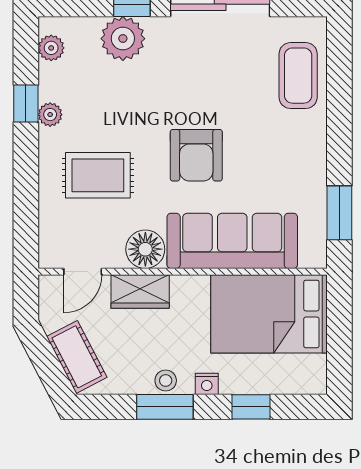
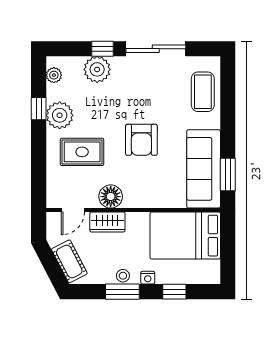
plant: (50, 115) -> (60, 115), width x1.88, depth x1.88
sofa: (232, 241) -> (204, 169), moved, turned -90

